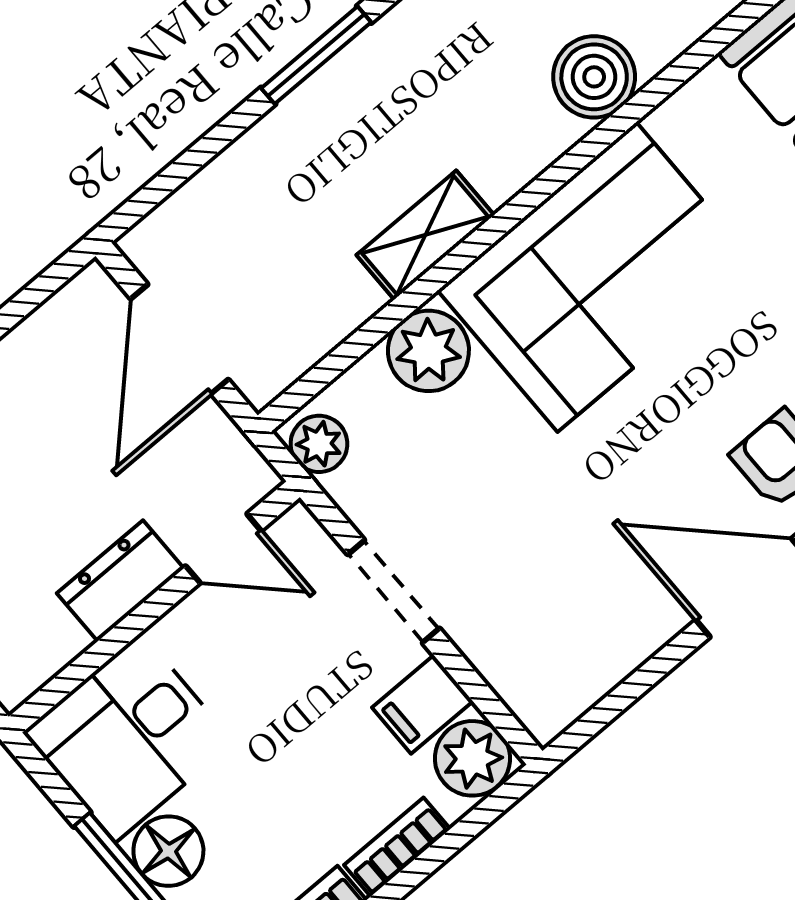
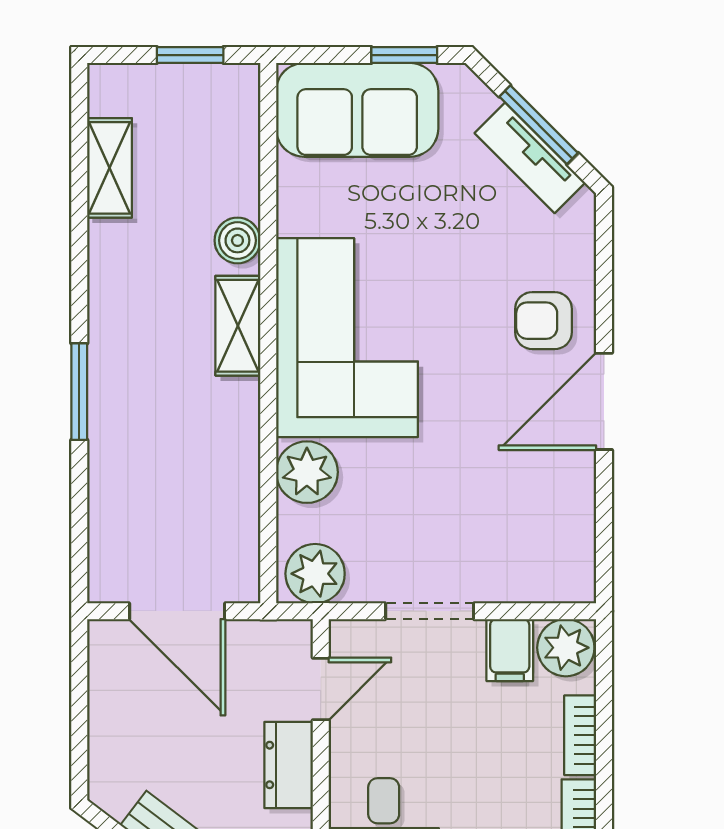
boiler: (594, 77) -> (237, 240), width x0.73, depth x0.73
shelving: (425, 235) -> (238, 326), moved
plant: (319, 444) -> (315, 574), width x1.38, depth x1.38

